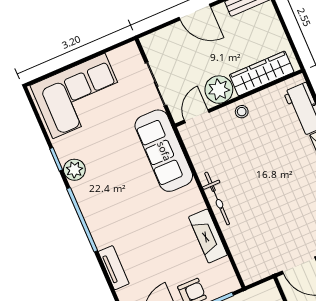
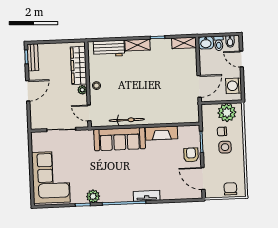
plant: (219, 90) -> (82, 90), width x0.53, depth x0.53
sofa: (164, 151) -> (120, 139), moved
bicycle: (217, 199) -> (127, 120), moved
tv unit: (114, 268) -> (147, 196), moved

